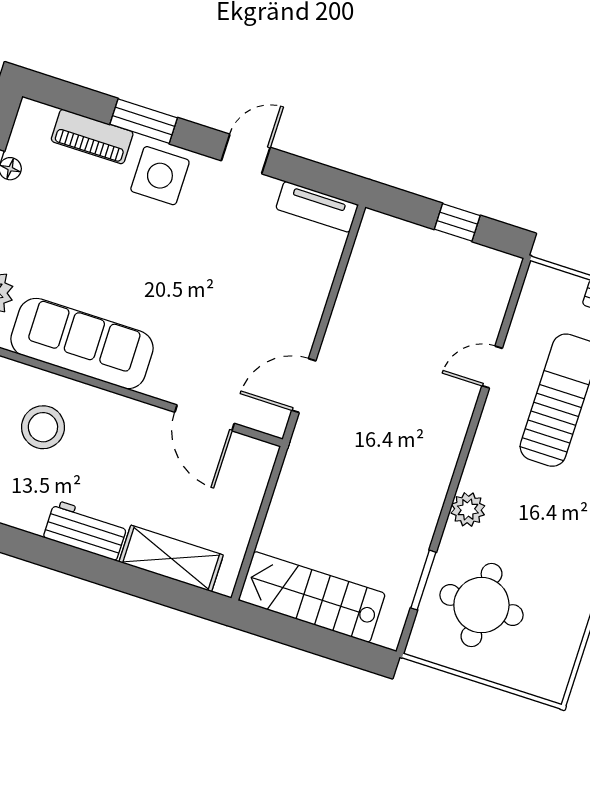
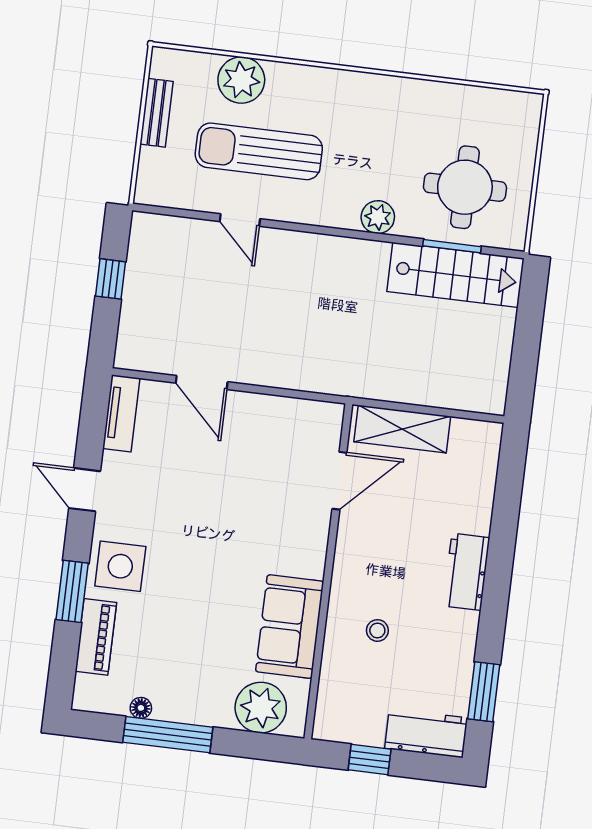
sofa: (82, 344) -> (290, 627), width x0.73
door: (304, 386) -> (202, 382), moved
stool: (43, 427) -> (377, 630), width x0.53, depth x0.53
shelving: (171, 558) -> (402, 429), moved, turned 90
stairs: (312, 597) -> (455, 275), moved, turned -90

